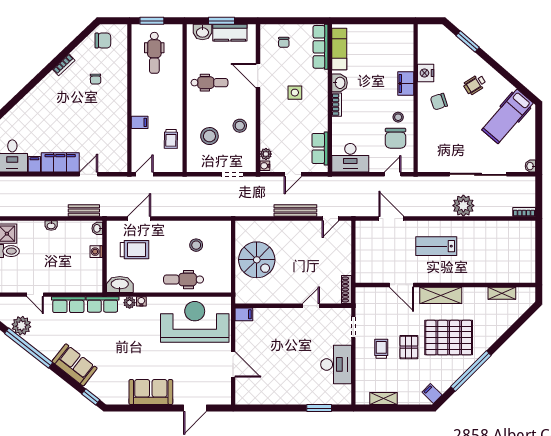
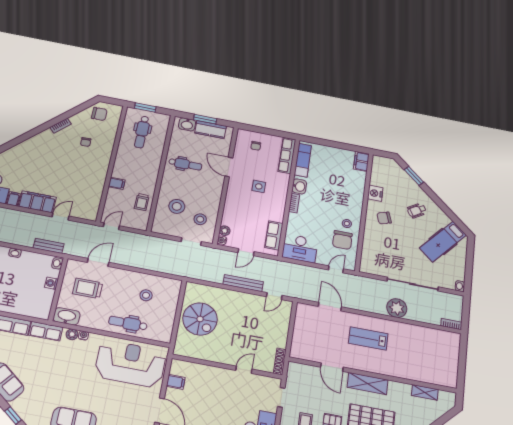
filing cabinet: (406, 83) -> (361, 161), moved
stool: (240, 126) -> (200, 219), moved
trolley: (135, 250) -> (88, 288), turned 180
filing cabinet: (244, 314) -> (176, 382), moved

